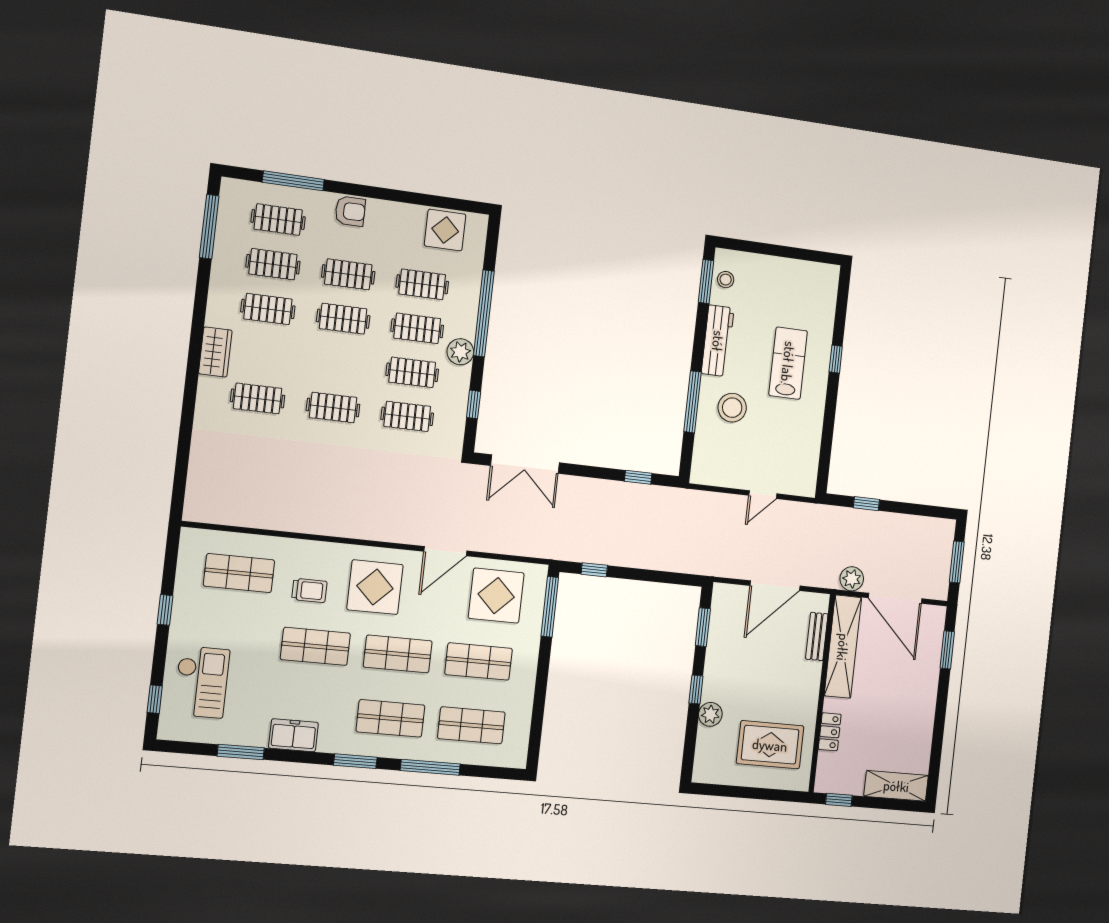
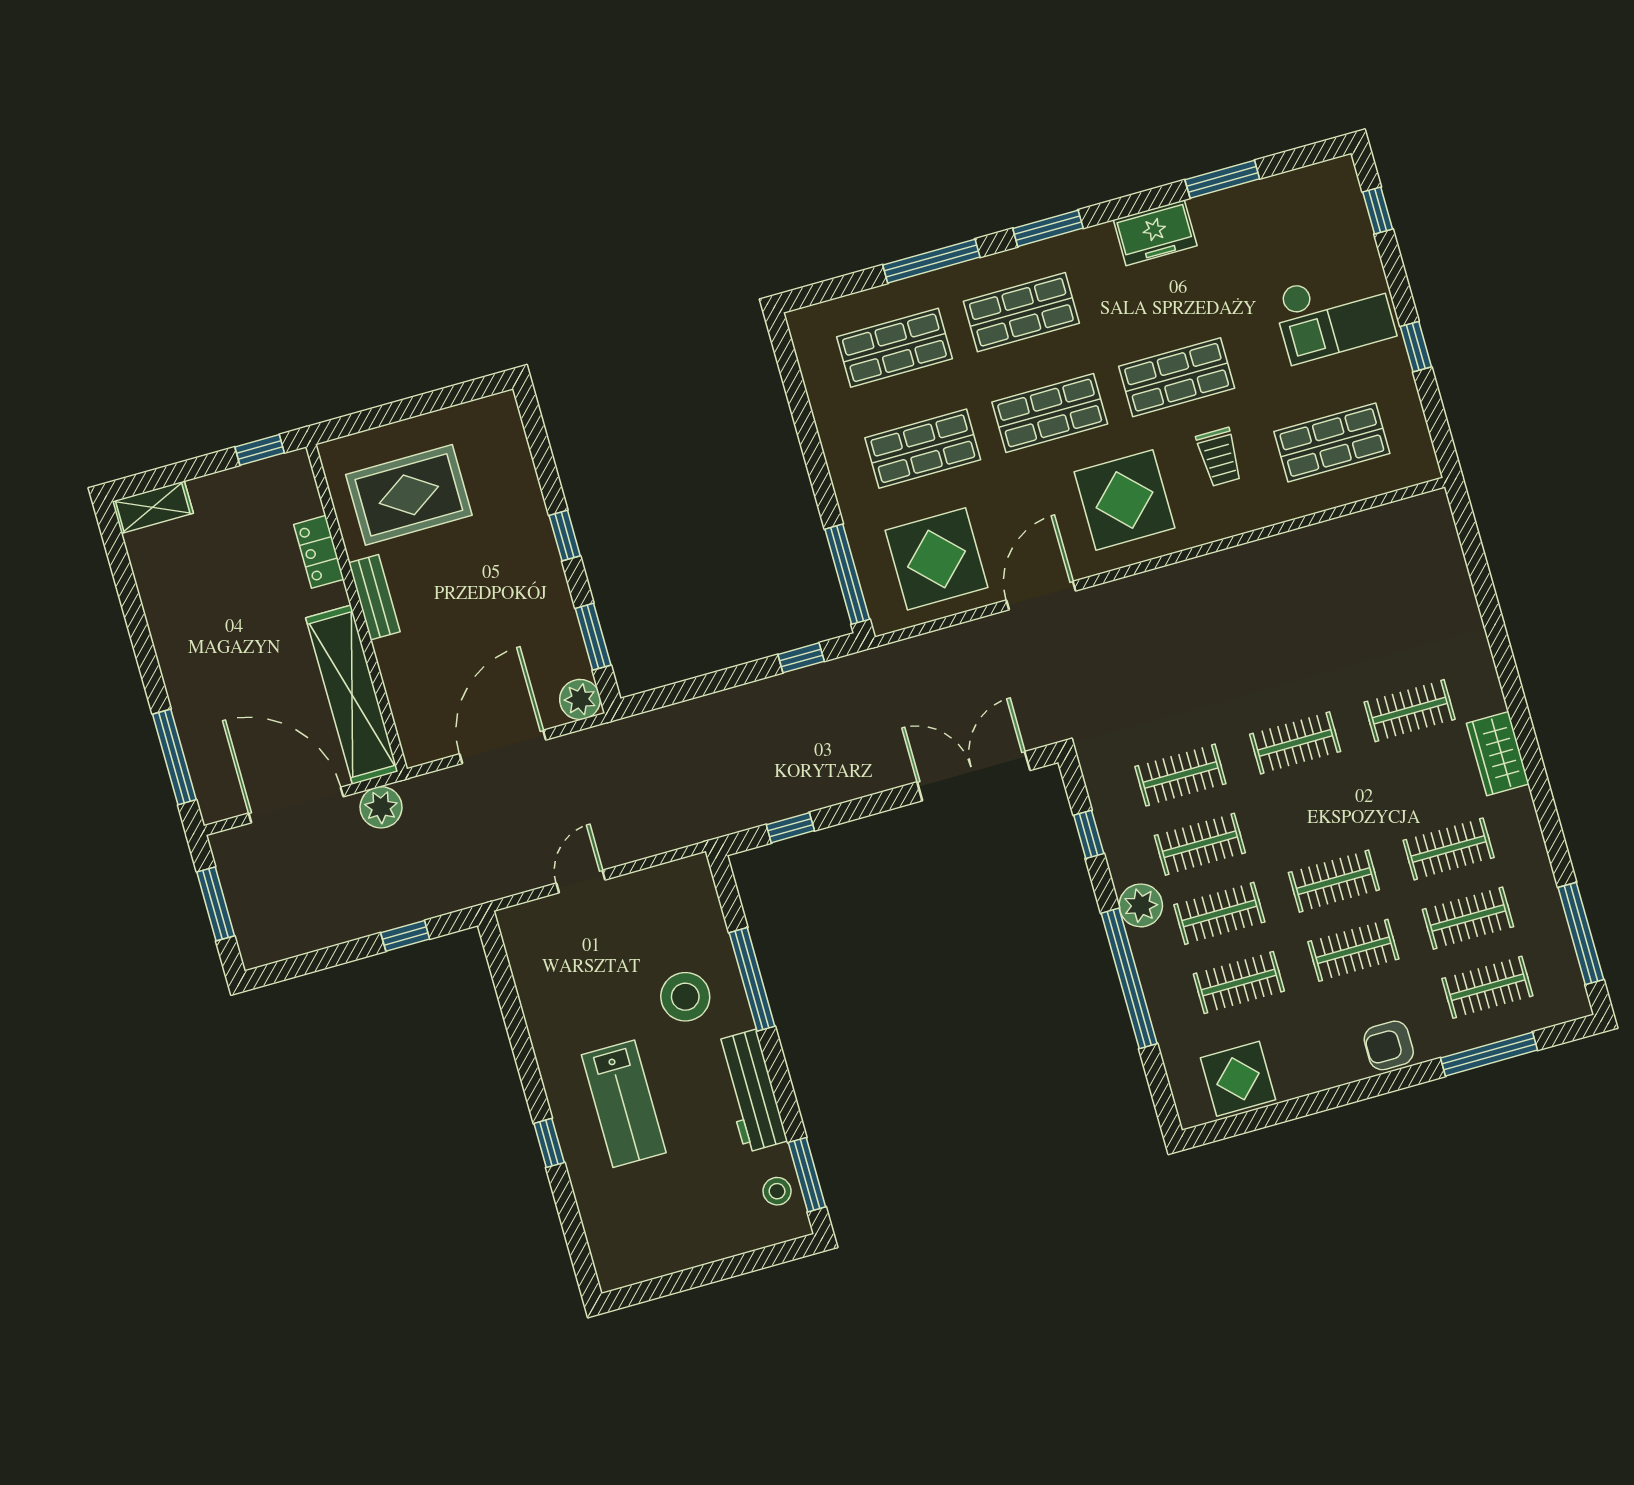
trolley: (309, 590) -> (1219, 457), turned -90
bench: (817, 636) -> (374, 597), moved
window: (947, 650) -> (174, 757), width x1.44
checkout: (201, 682) -> (1334, 314), moved, turned -90
plant: (710, 714) -> (580, 699), moved
shelving: (896, 786) -> (153, 507), width x0.67, depth x0.75

